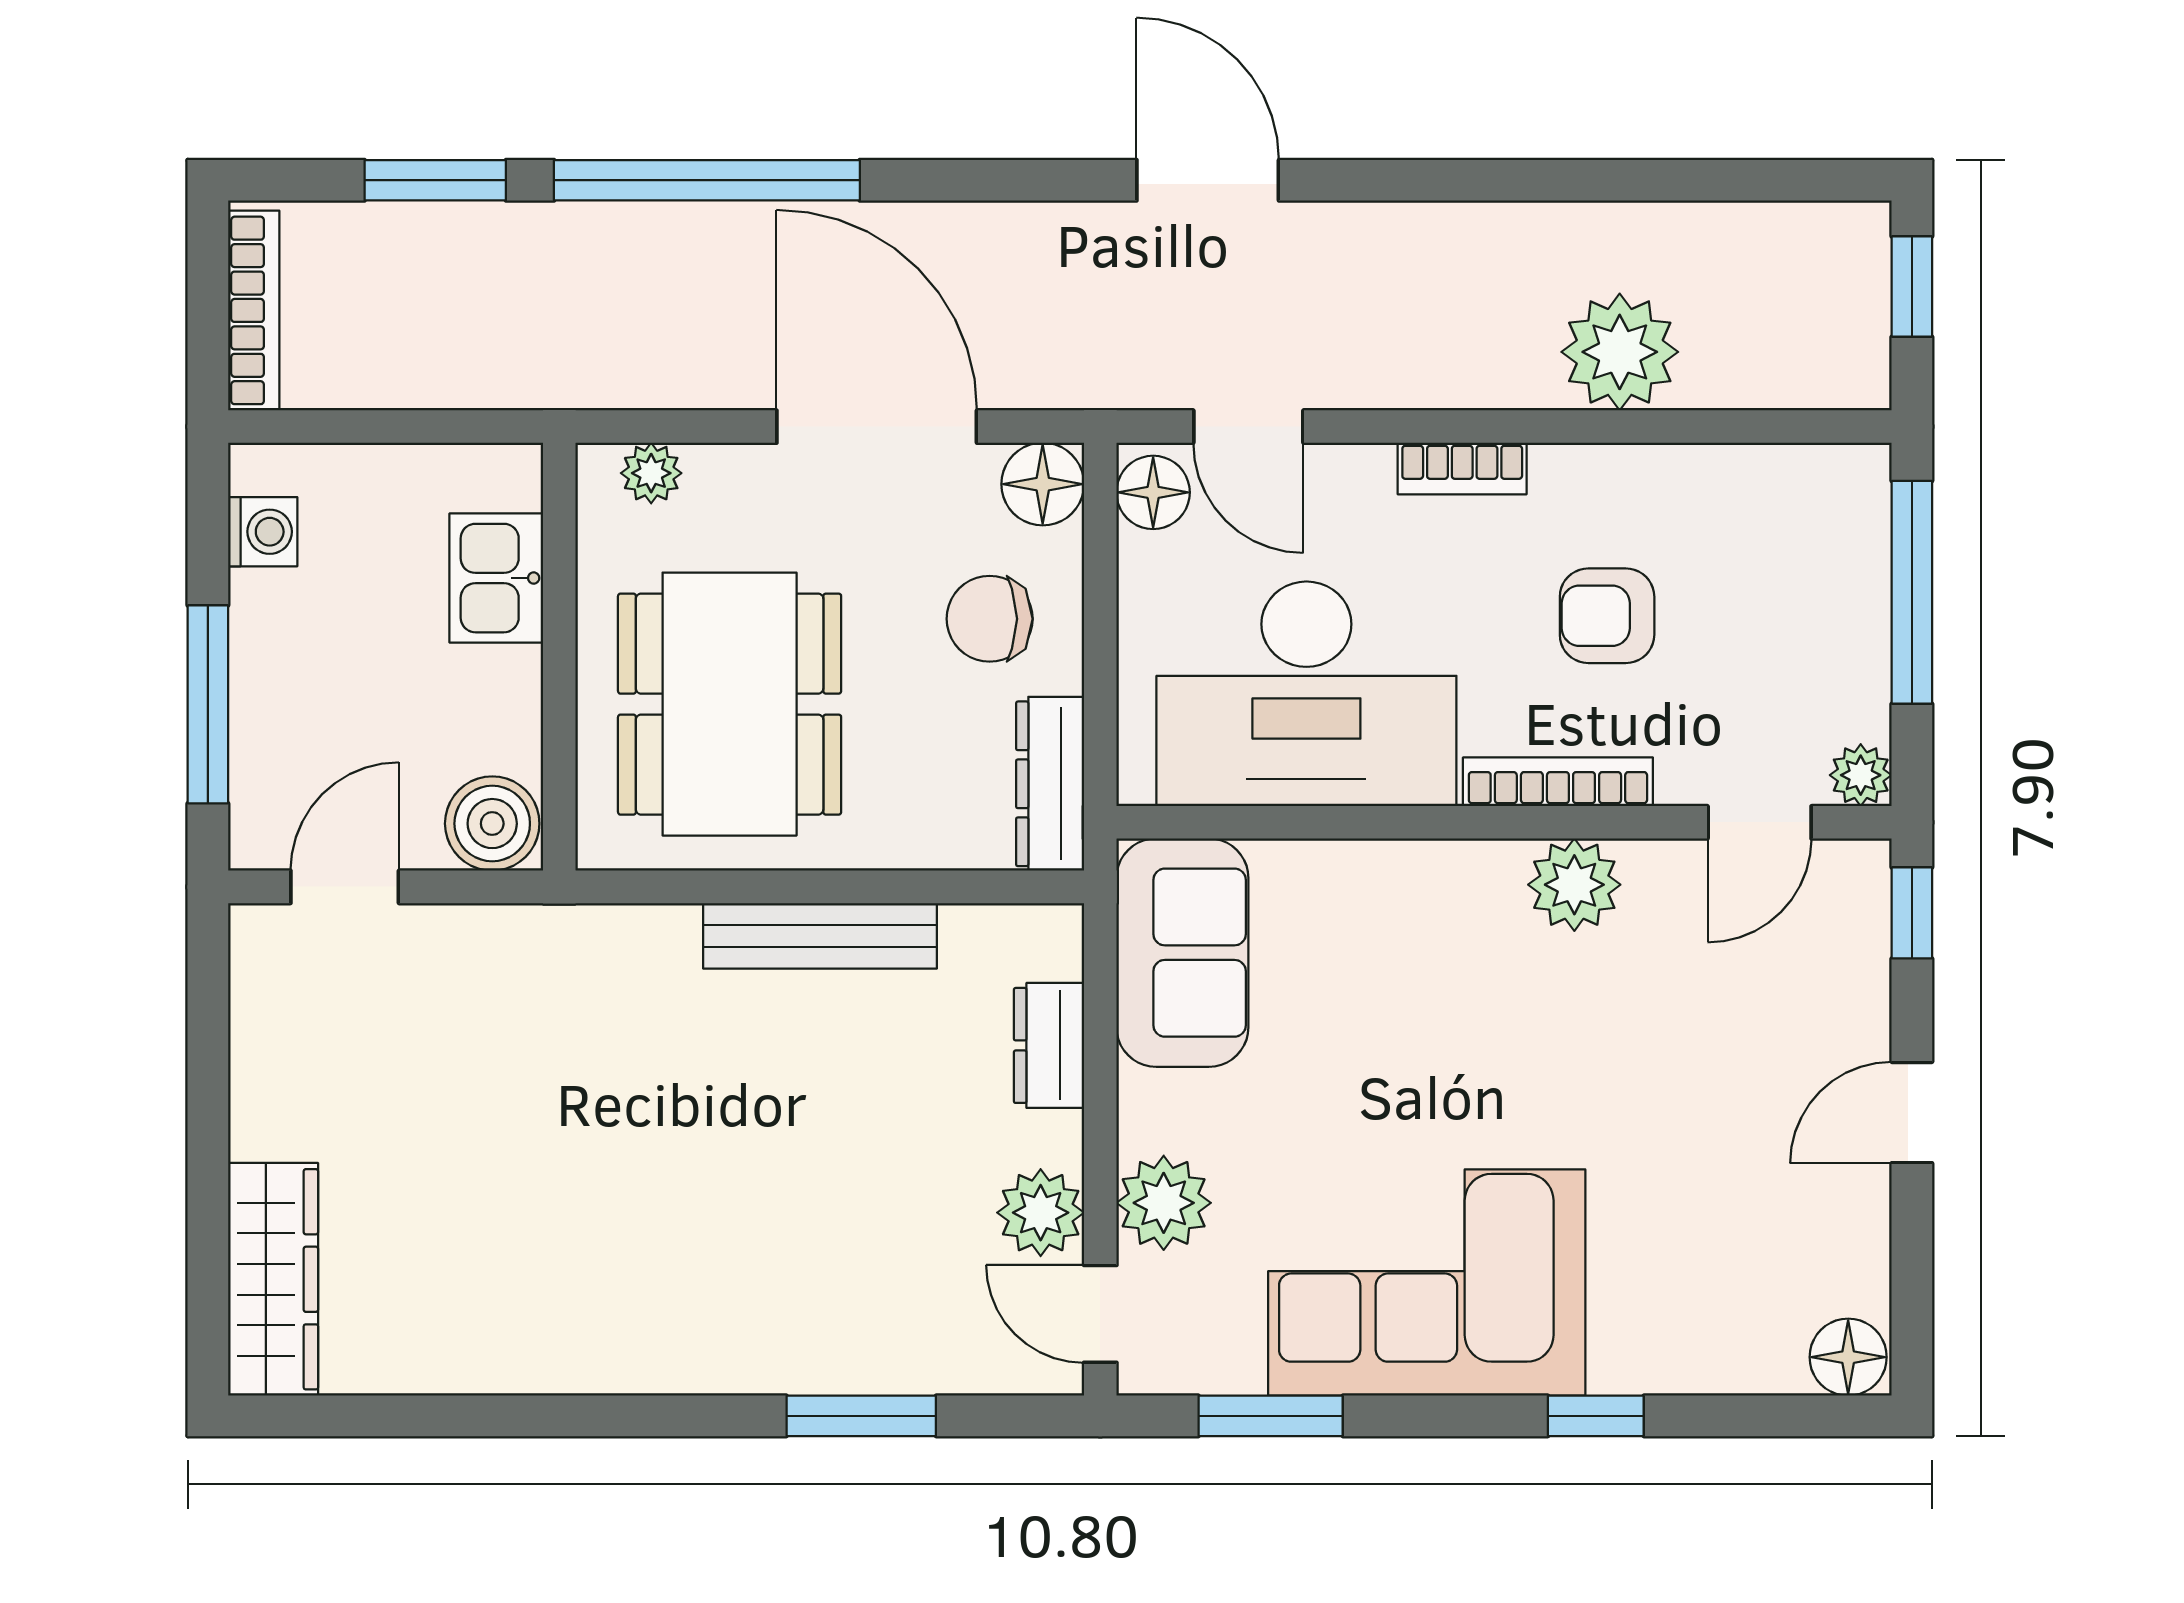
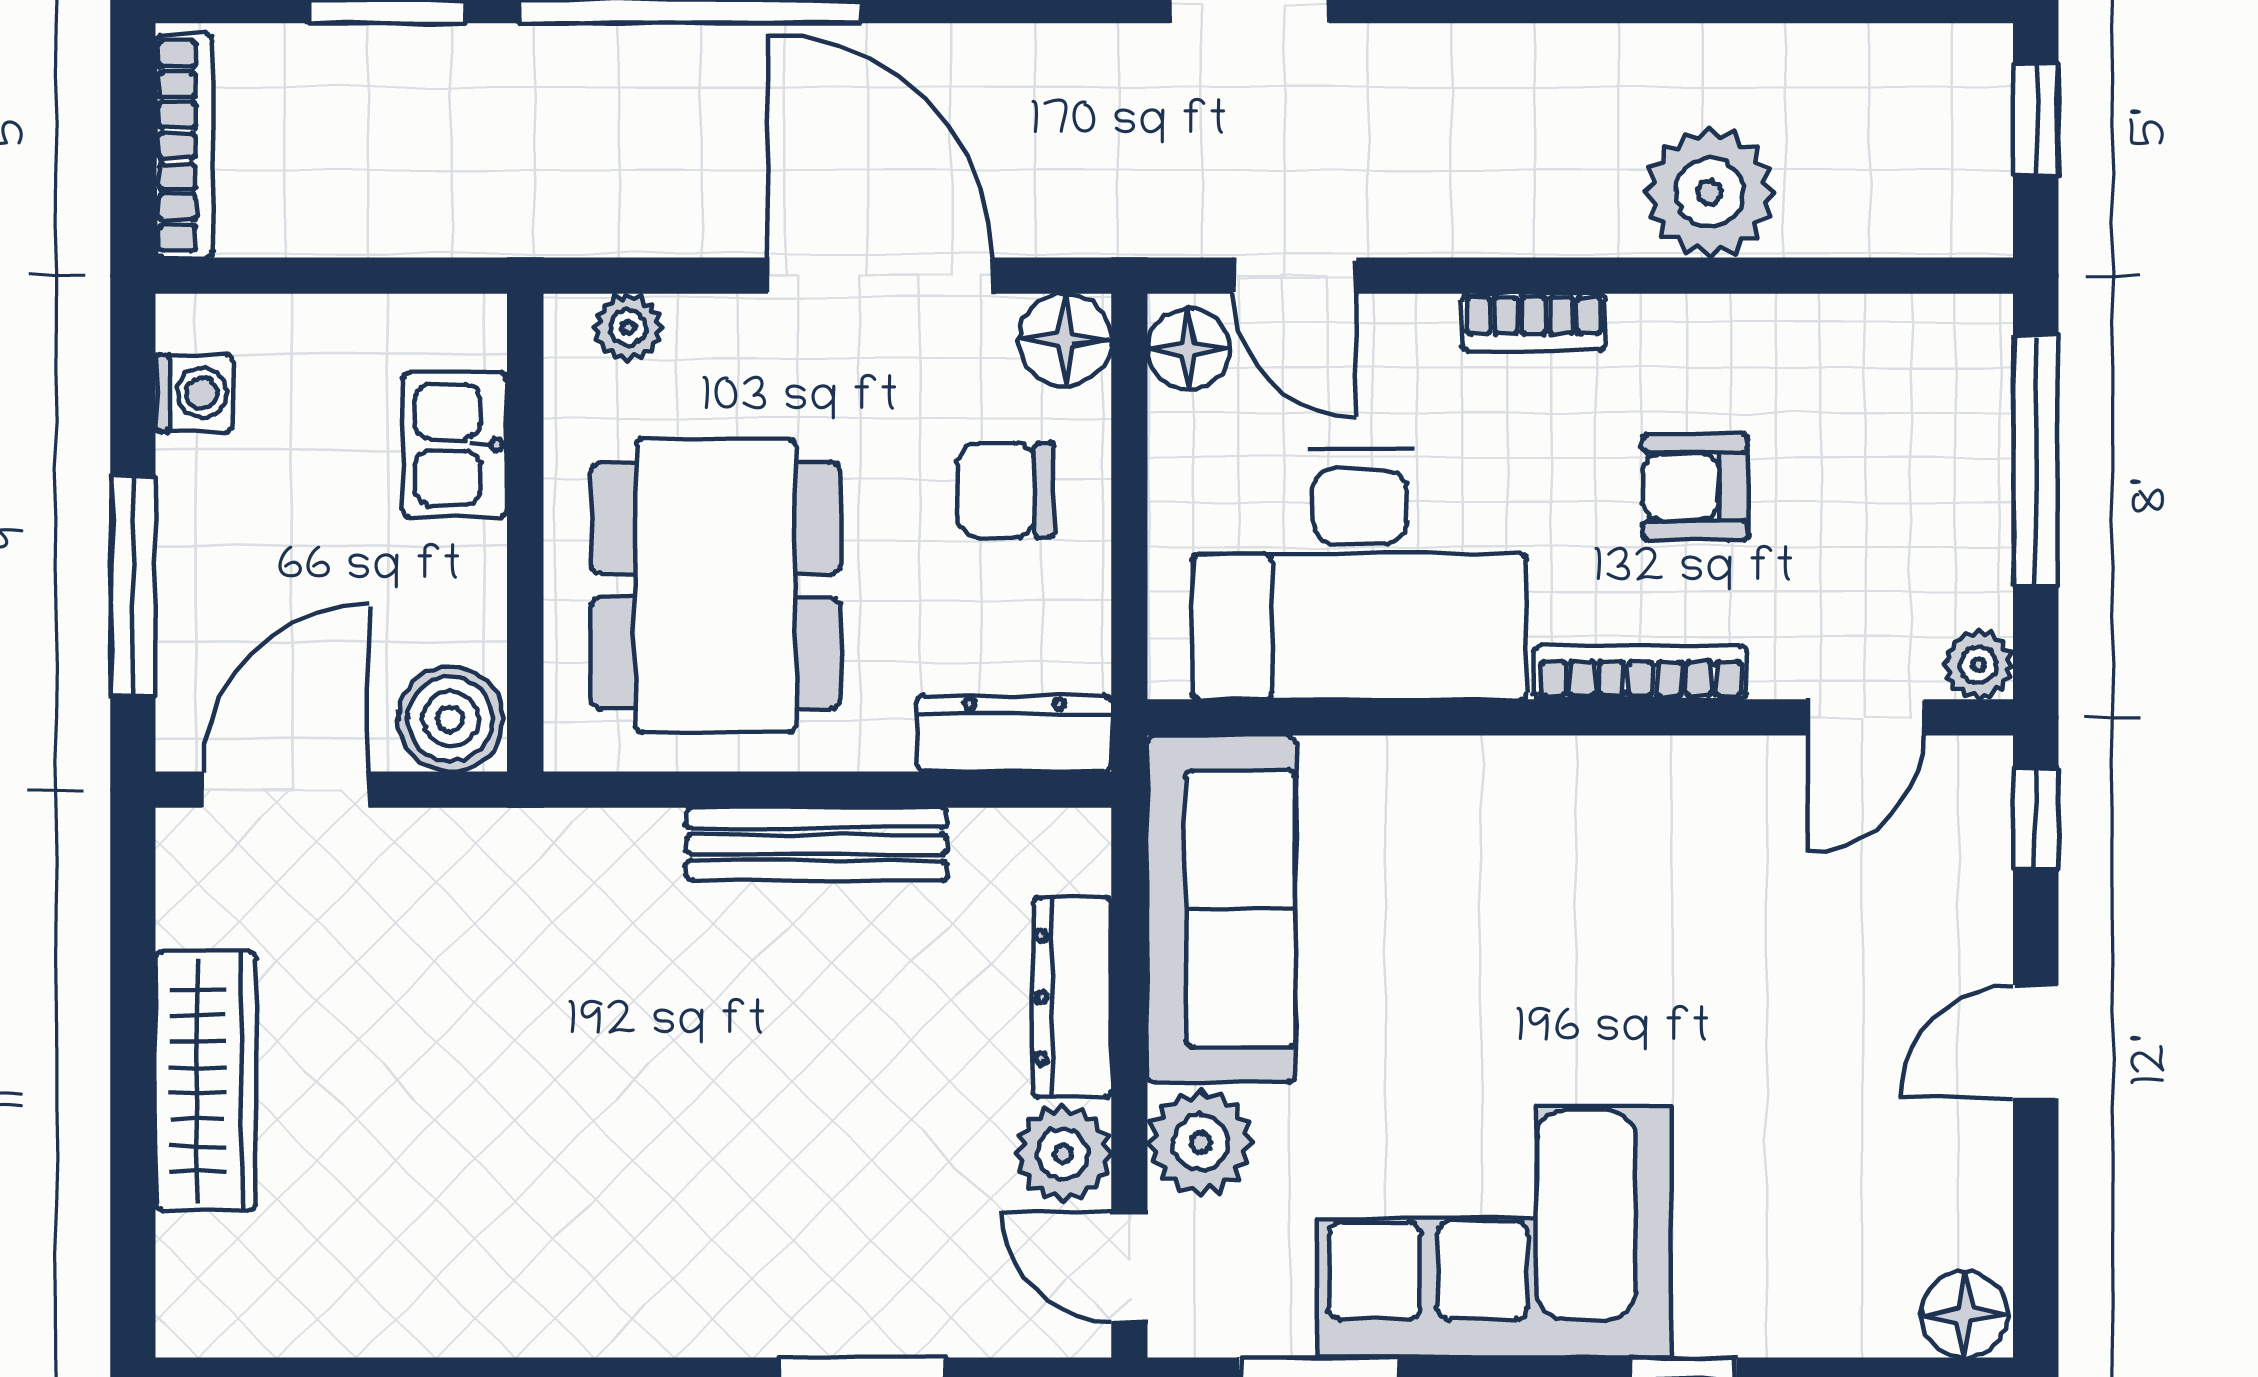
dresser: (1050, 784) -> (1014, 734), moved, turned 90
plant: (1574, 885) -> (1659, 787), removed
door: (345, 887) -> (286, 790), width x1.38
sofa: (1182, 953) -> (1221, 909), width x1.36
dresser: (1049, 1045) -> (1072, 997), width x1.44
wardrobe: (273, 1279) -> (206, 1081), moved

